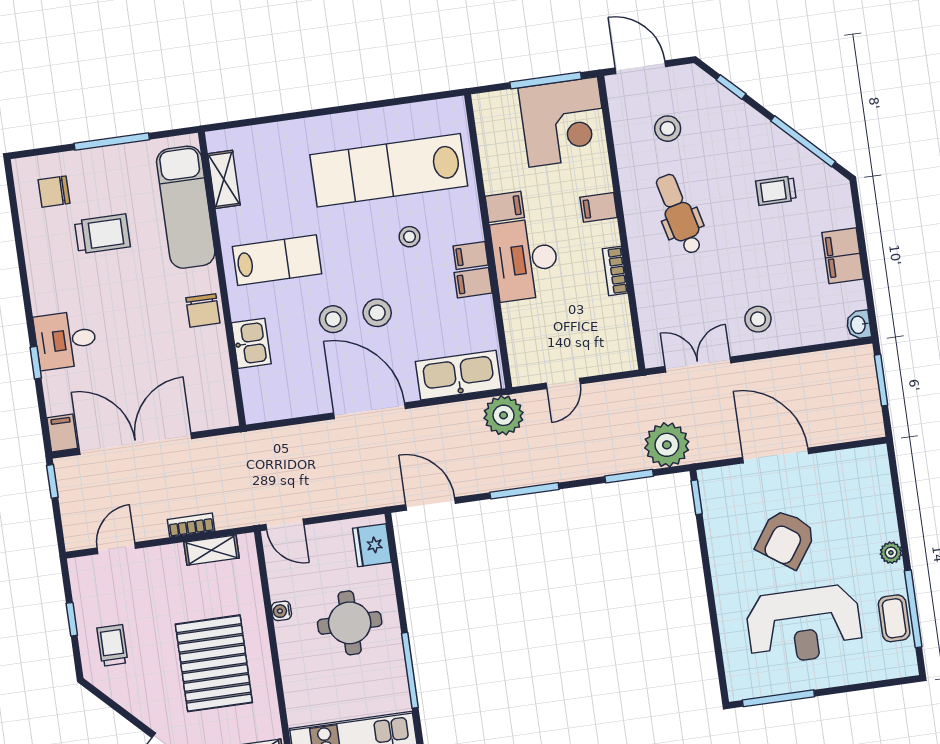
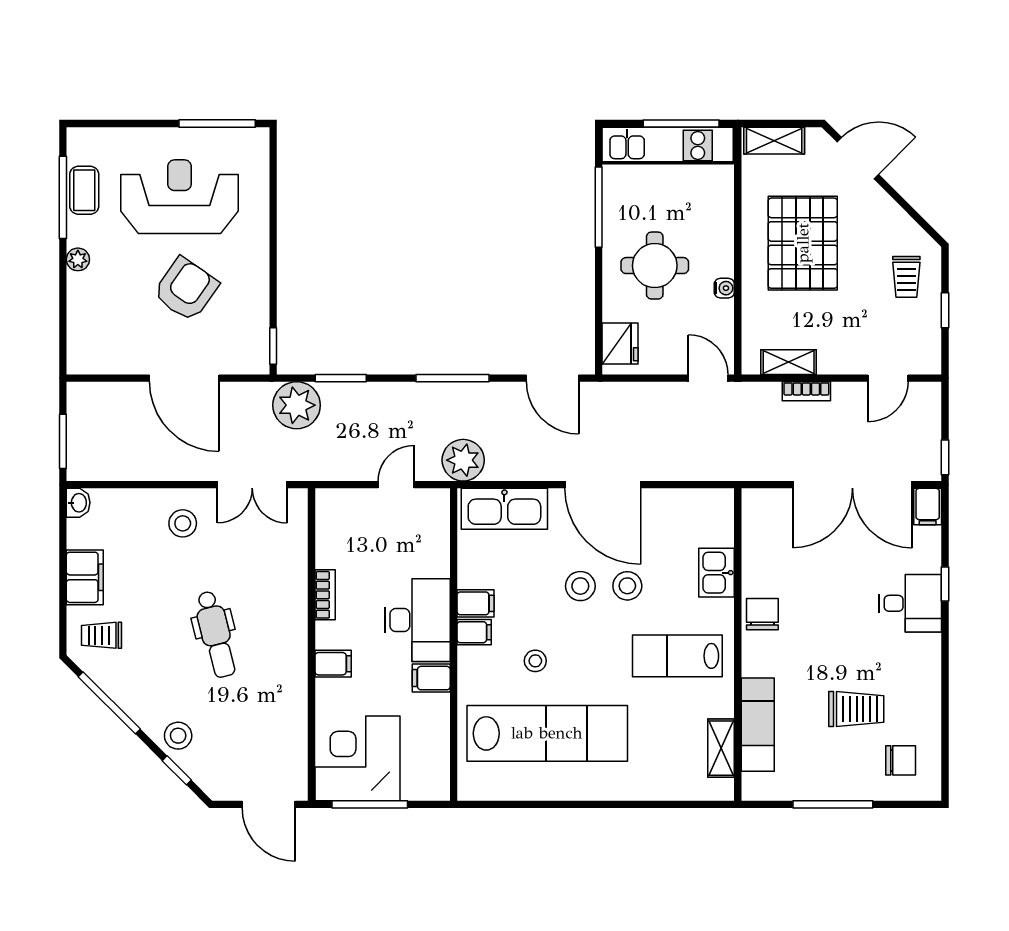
stool: (668, 129) -> (178, 736), moved
trolley: (776, 191) -> (102, 635), moved, turned 180
exam couch: (186, 207) -> (758, 725), width x0.73, depth x0.69
dental chair: (679, 214) -> (216, 634), moved
trolley: (102, 234) -> (856, 709), turned 180

